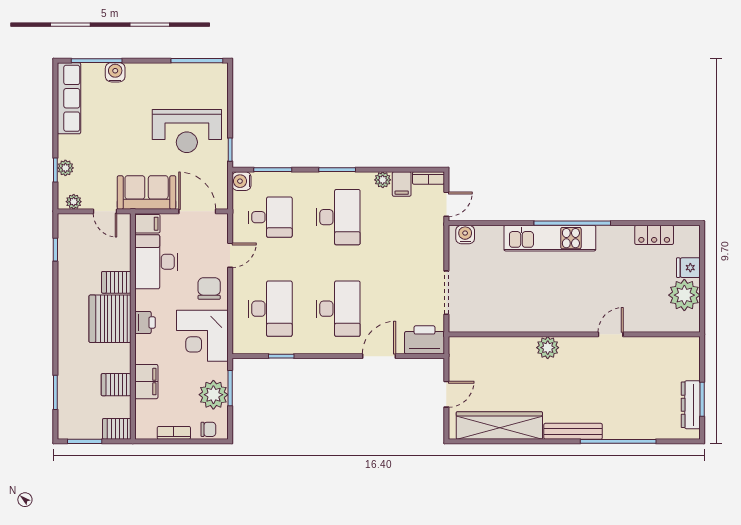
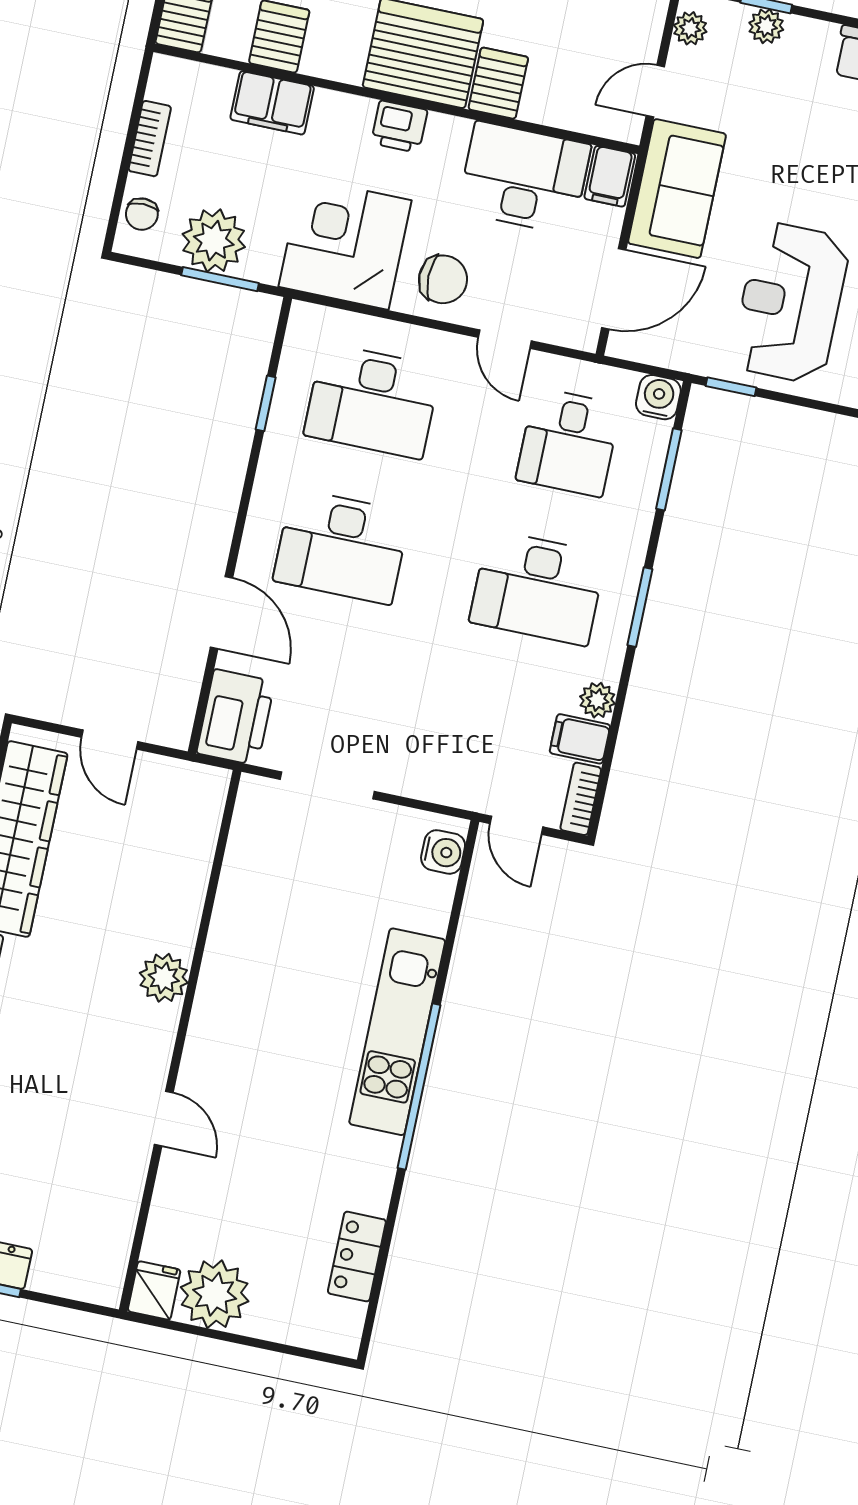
fridge: (688, 268) -> (154, 1290), moved

